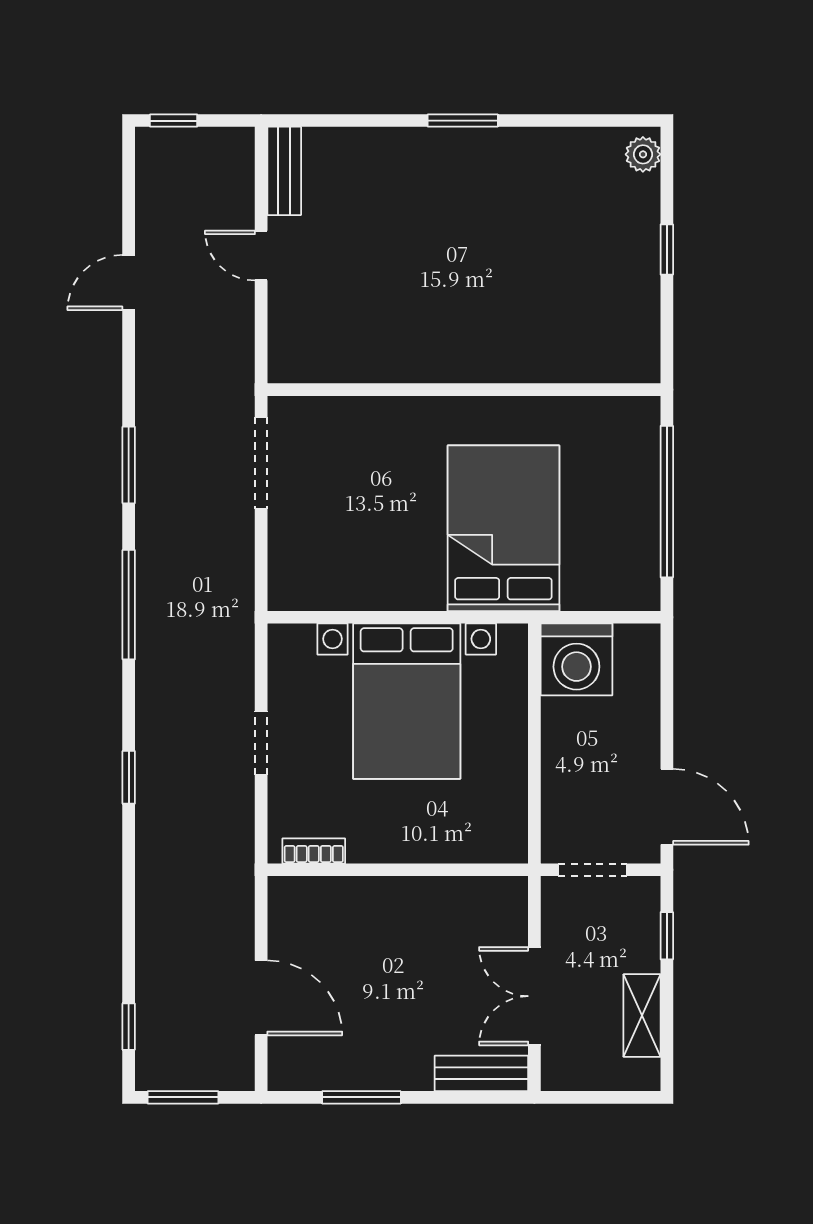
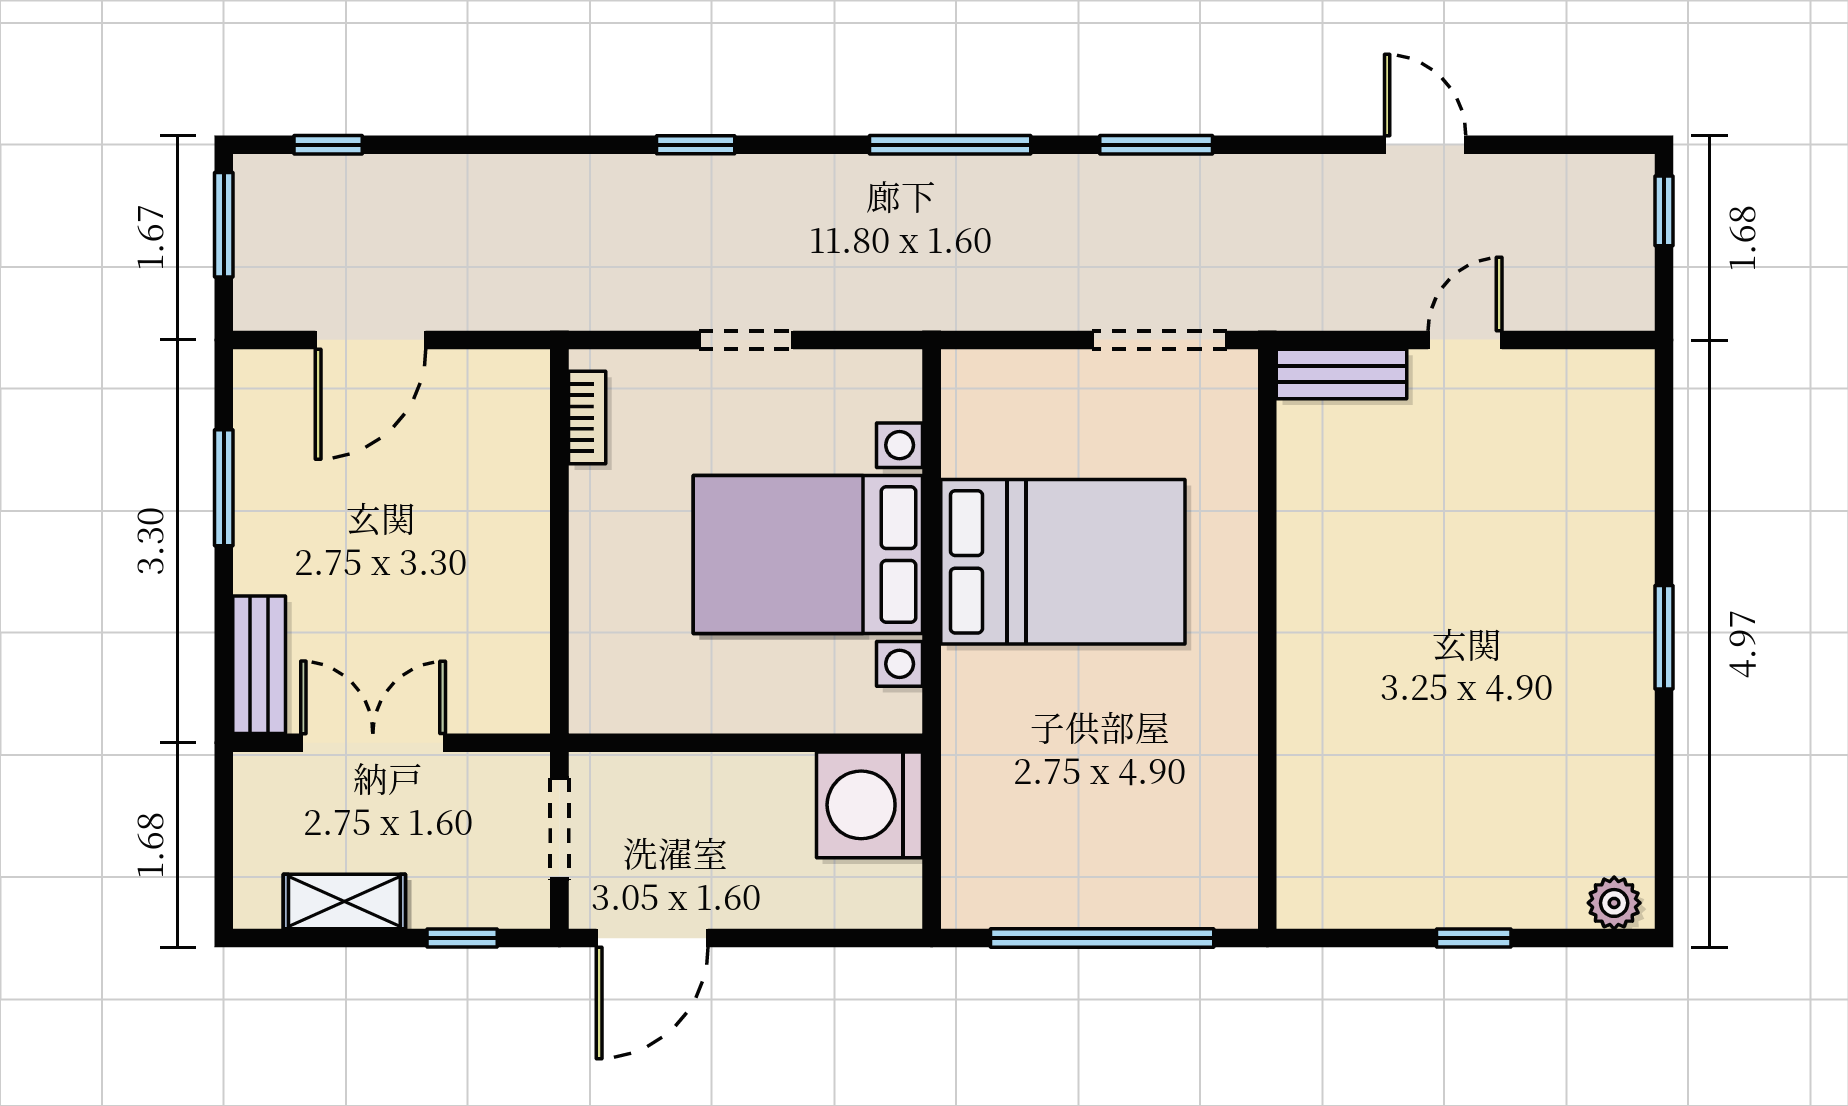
bench: (284, 171) -> (1342, 374), moved
bed: (503, 528) -> (1063, 562), moved

